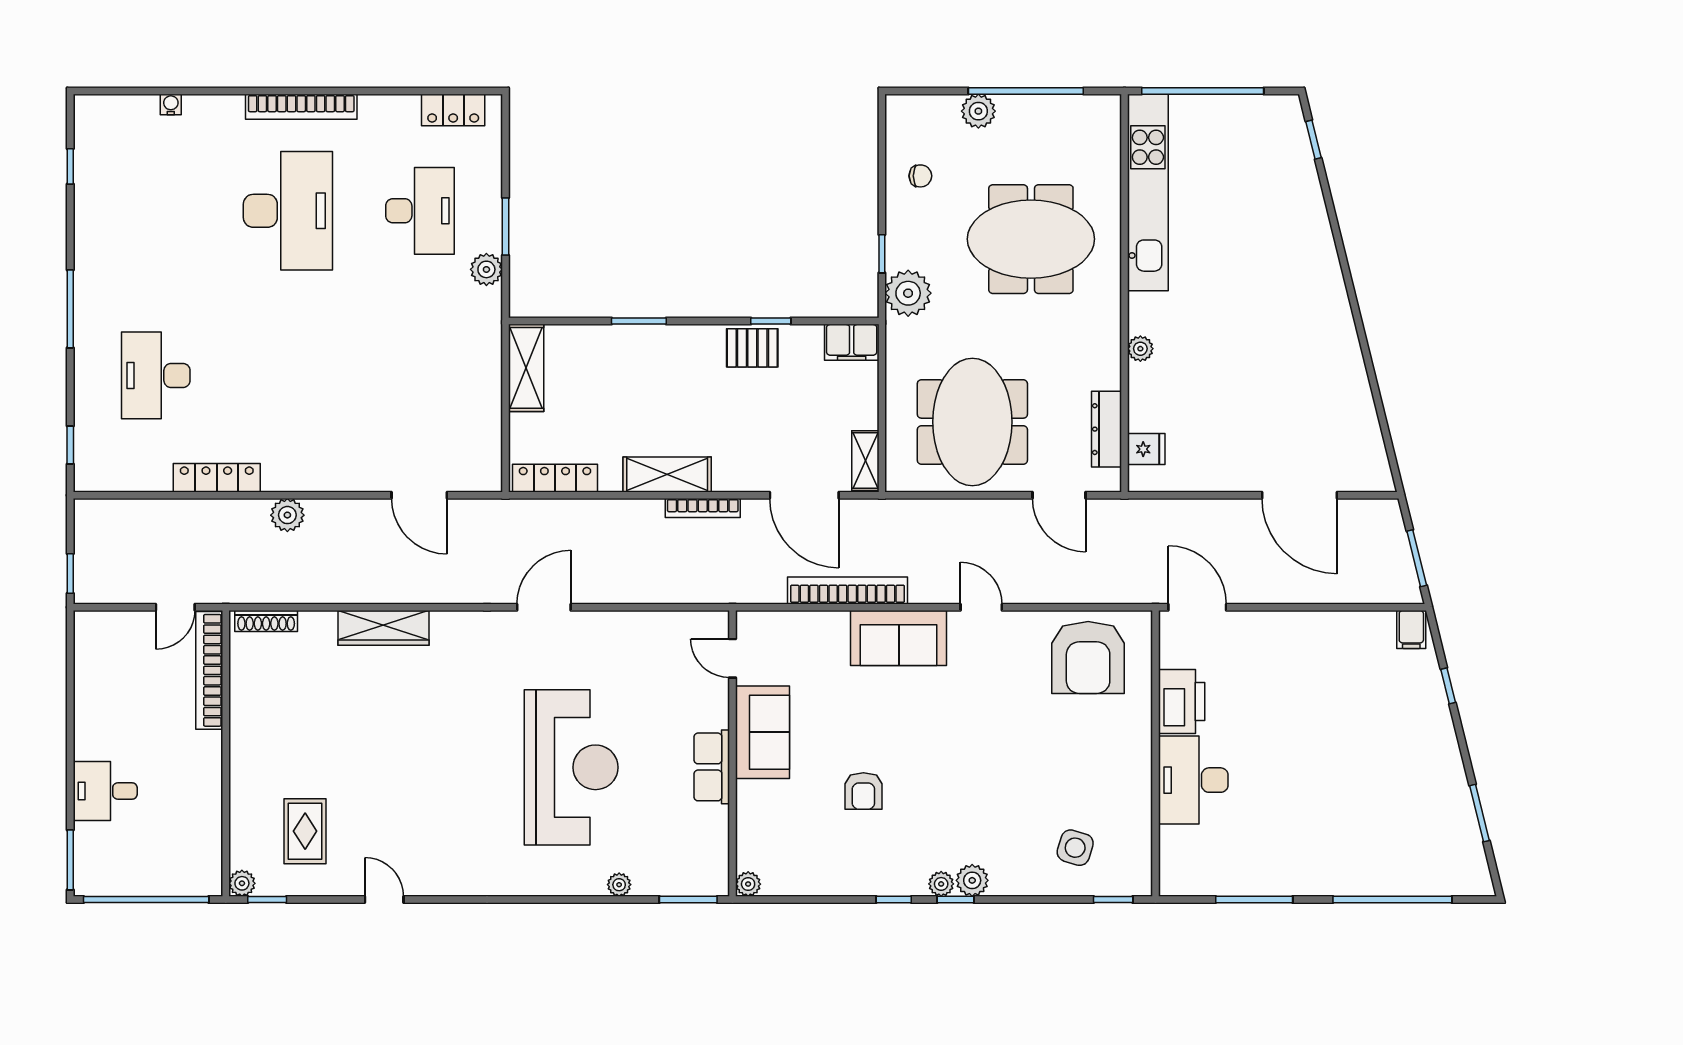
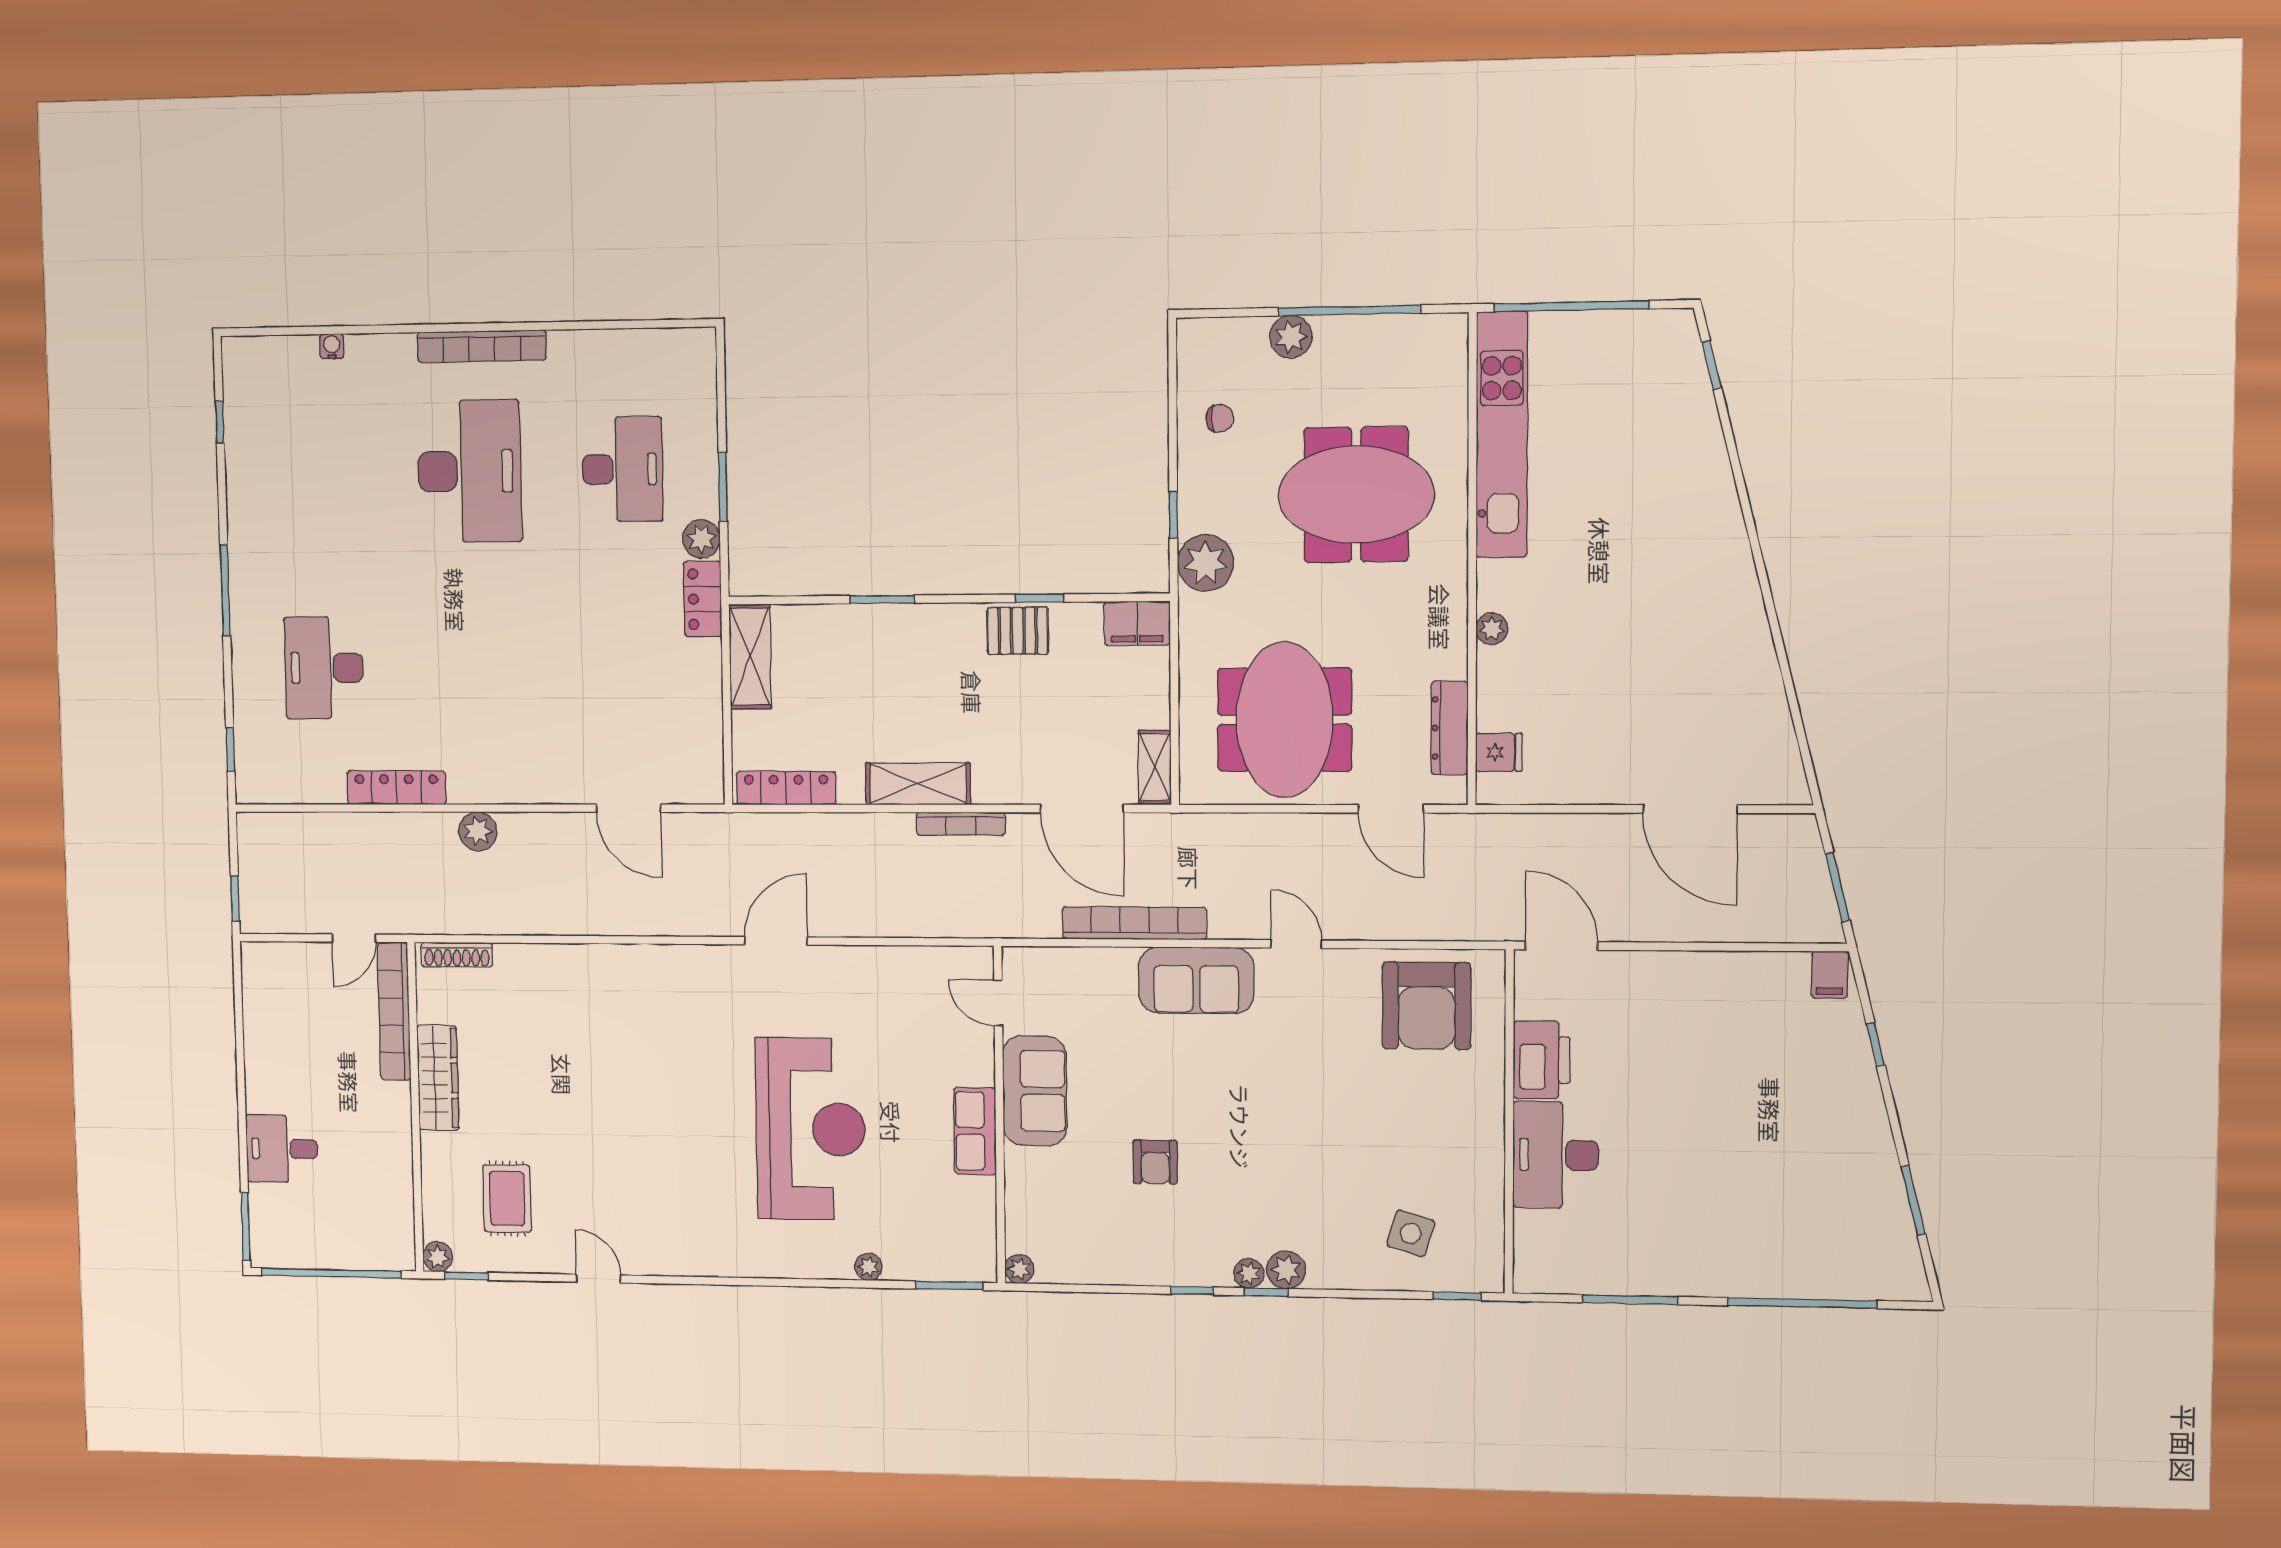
locker: (453, 110) -> (703, 599), moved, turned 90
wardrobe: (383, 628) -> (438, 1078), moved, turned -90

